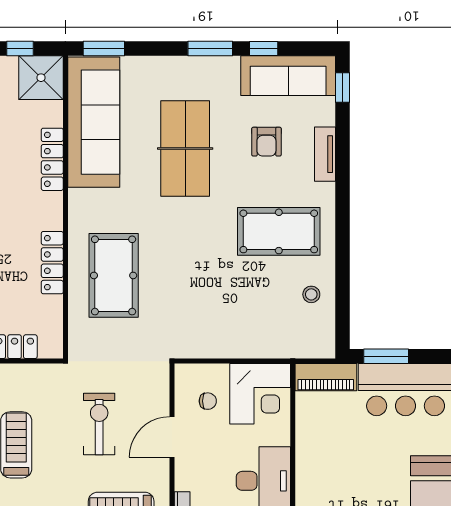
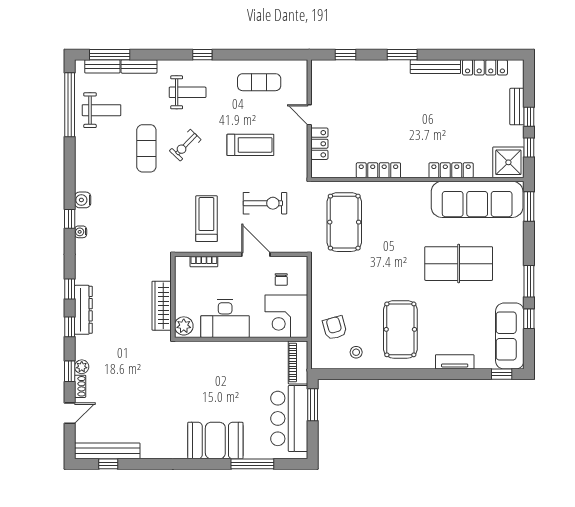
armchair: (266, 142) -> (335, 328), moved, turned 75
pool table: (114, 275) -> (344, 222), moved, turned 90

